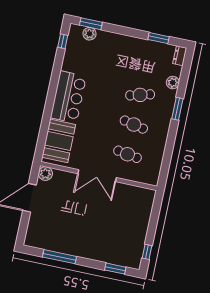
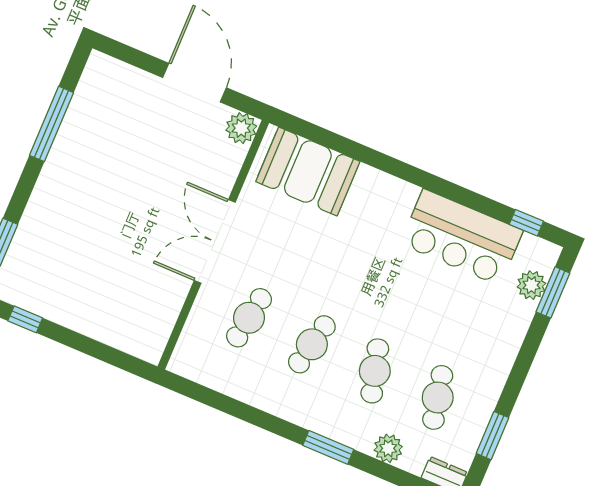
cafe table: (146, 65) -> (438, 397), added
bar counter: (68, 97) -> (462, 237), moved

